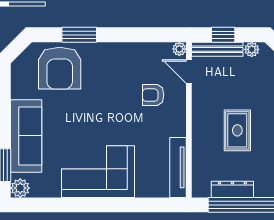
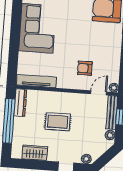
armchair: (153, 95) -> (85, 68), turned -90
dresser: (232, 189) -> (20, 103), moved

